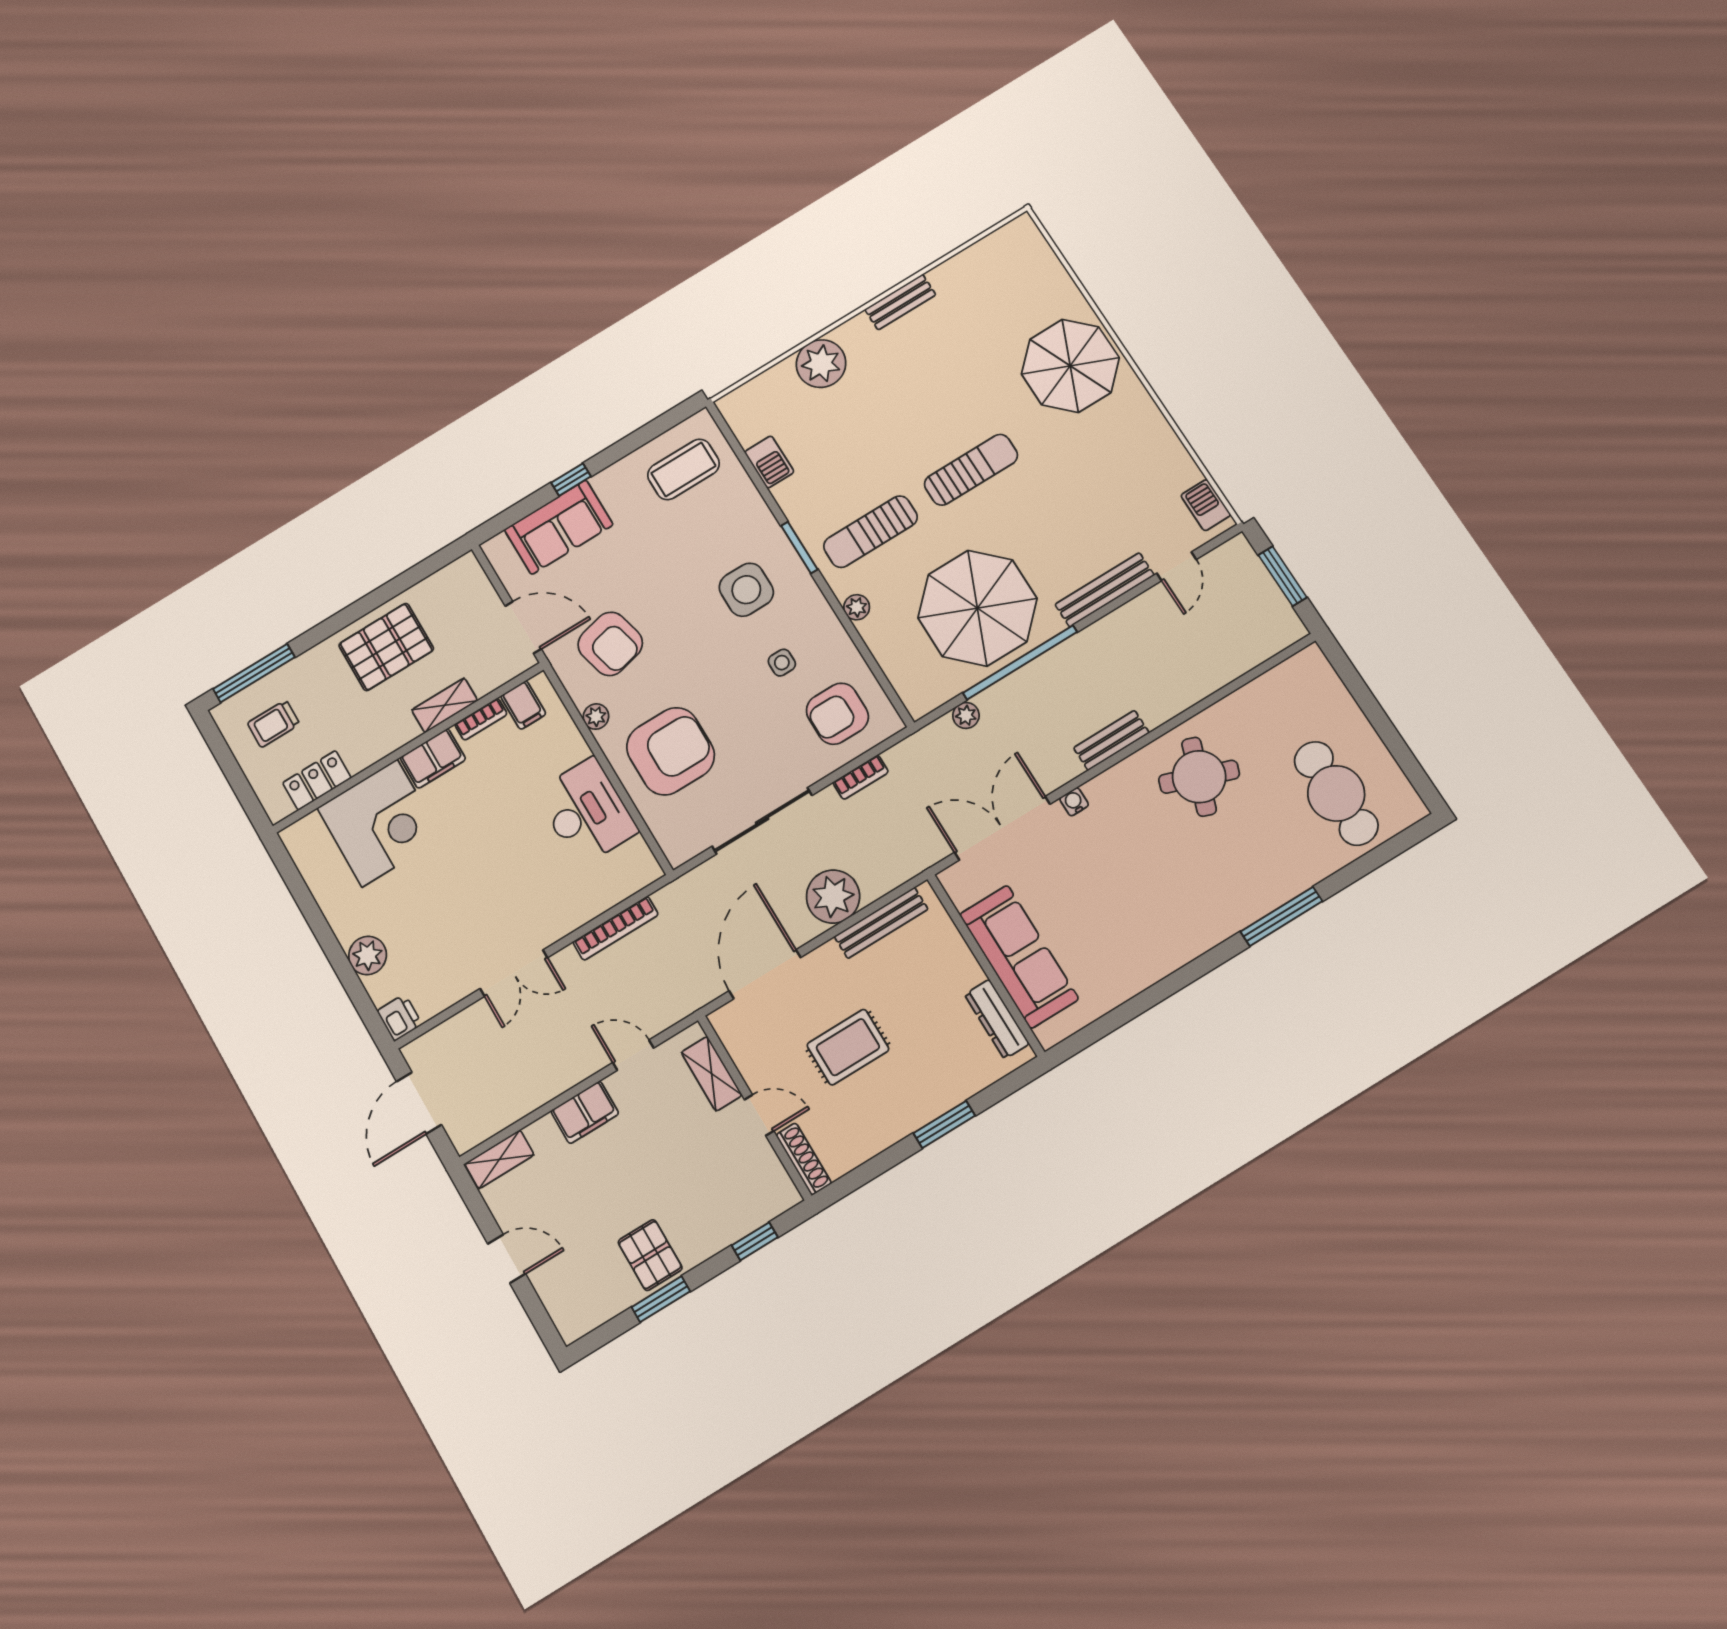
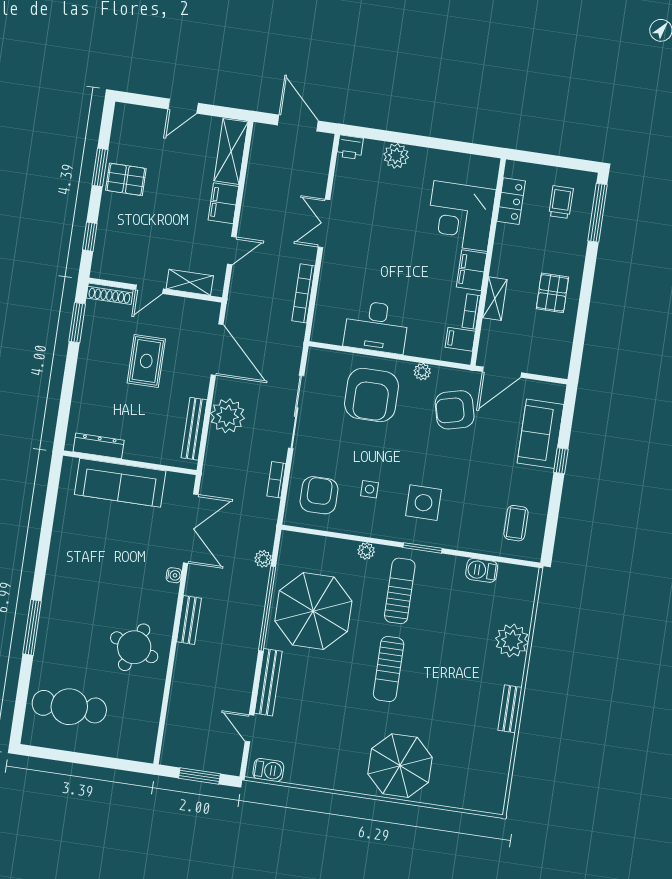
coffee table: (684, 469) -> (516, 523), width x0.73, depth x0.77
pallet: (386, 647) -> (552, 293), width x0.67, depth x0.71
window: (944, 1124) -> (77, 323), moved
shelving: (499, 1159) -> (231, 151), width x1.50, depth x1.33

